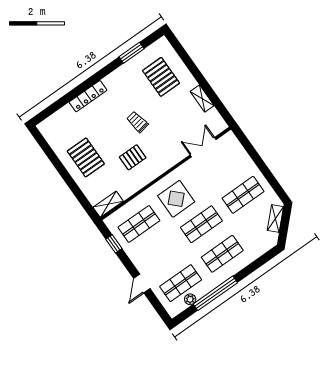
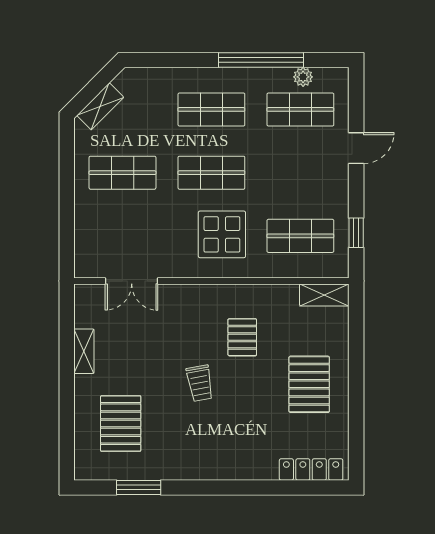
locker: (88, 96) -> (311, 469), moved
pallet: (133, 157) -> (242, 337), turned 90

